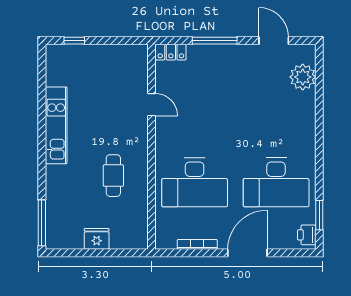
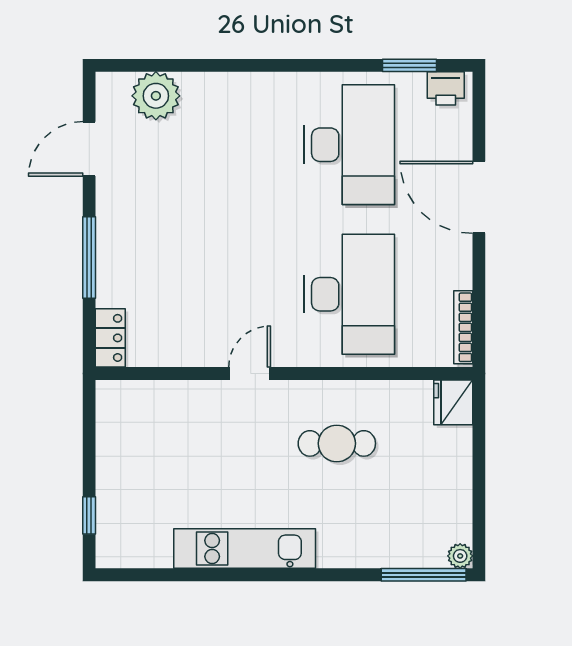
door: (151, 105) -> (250, 374), moved
fridge: (97, 239) -> (453, 402), moved
plant: (52, 243) -> (460, 556), added
bookcase: (197, 244) -> (463, 327), moved

